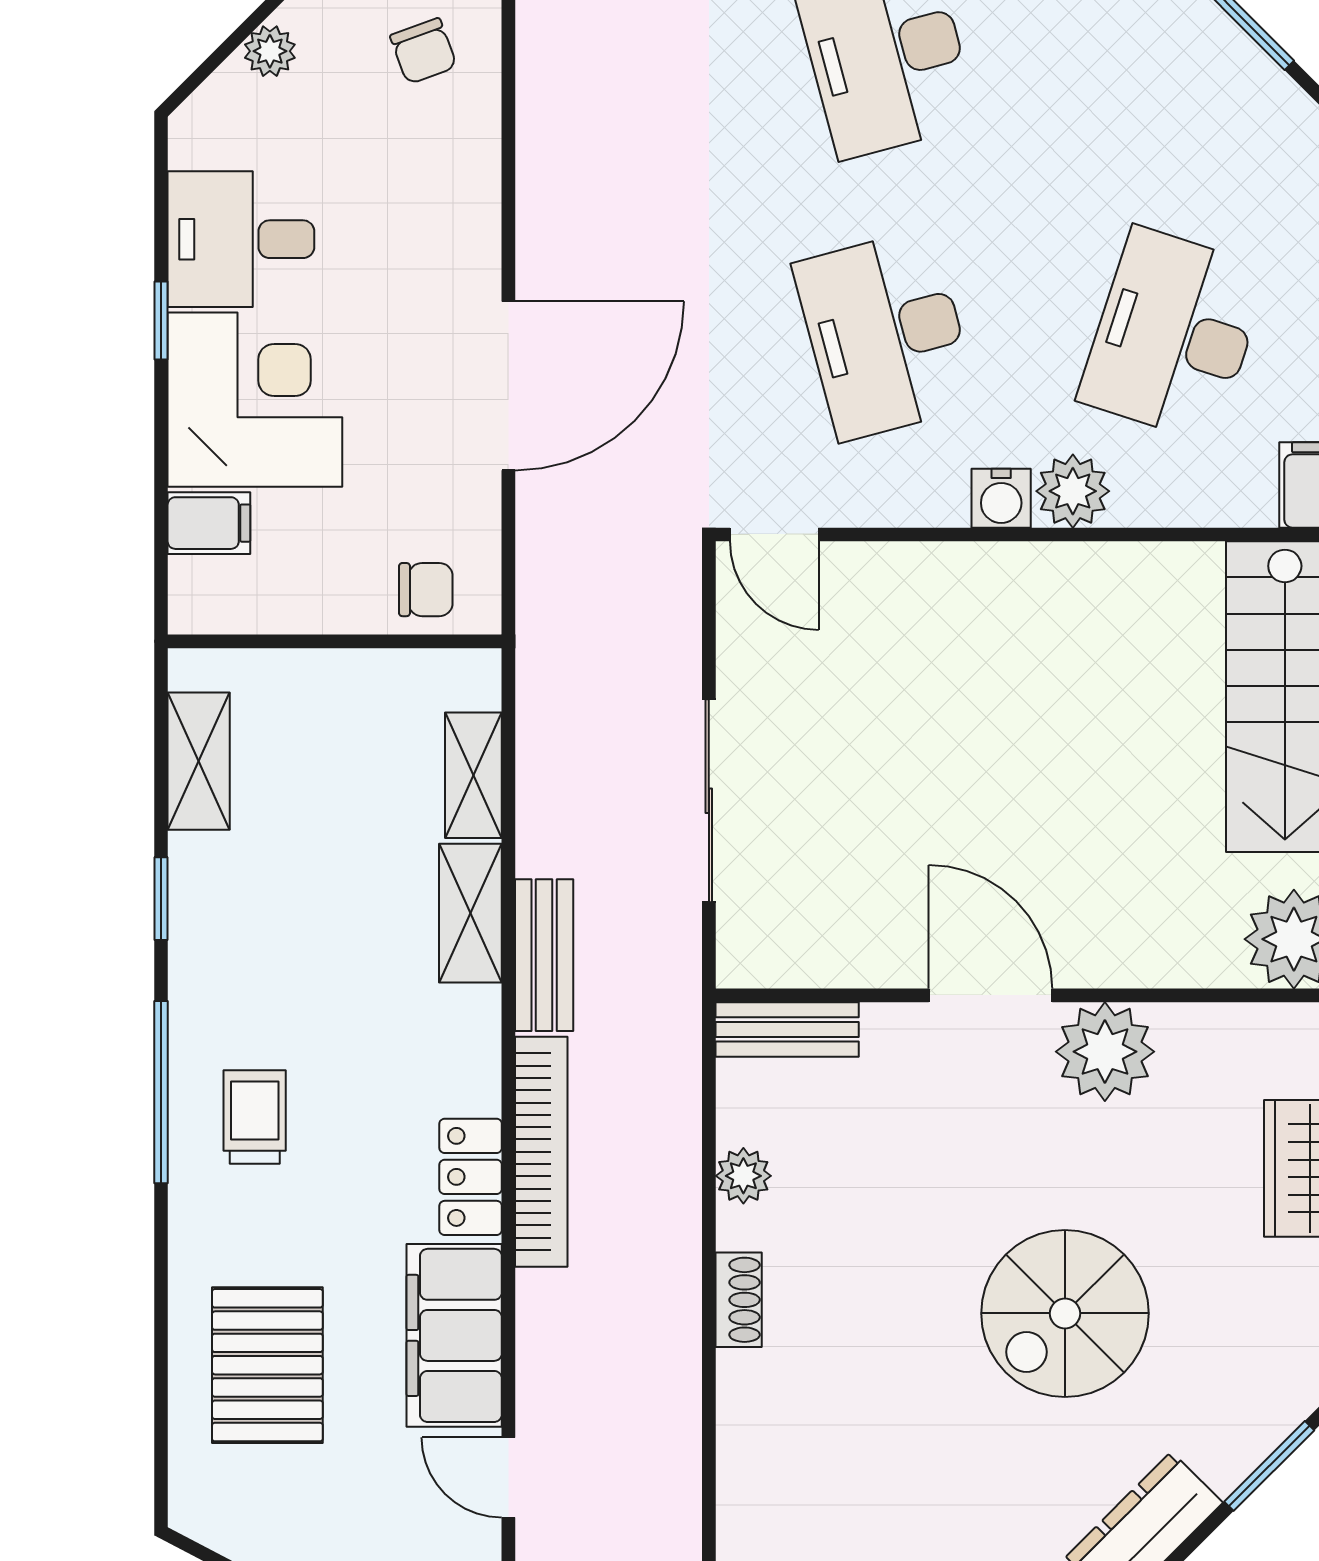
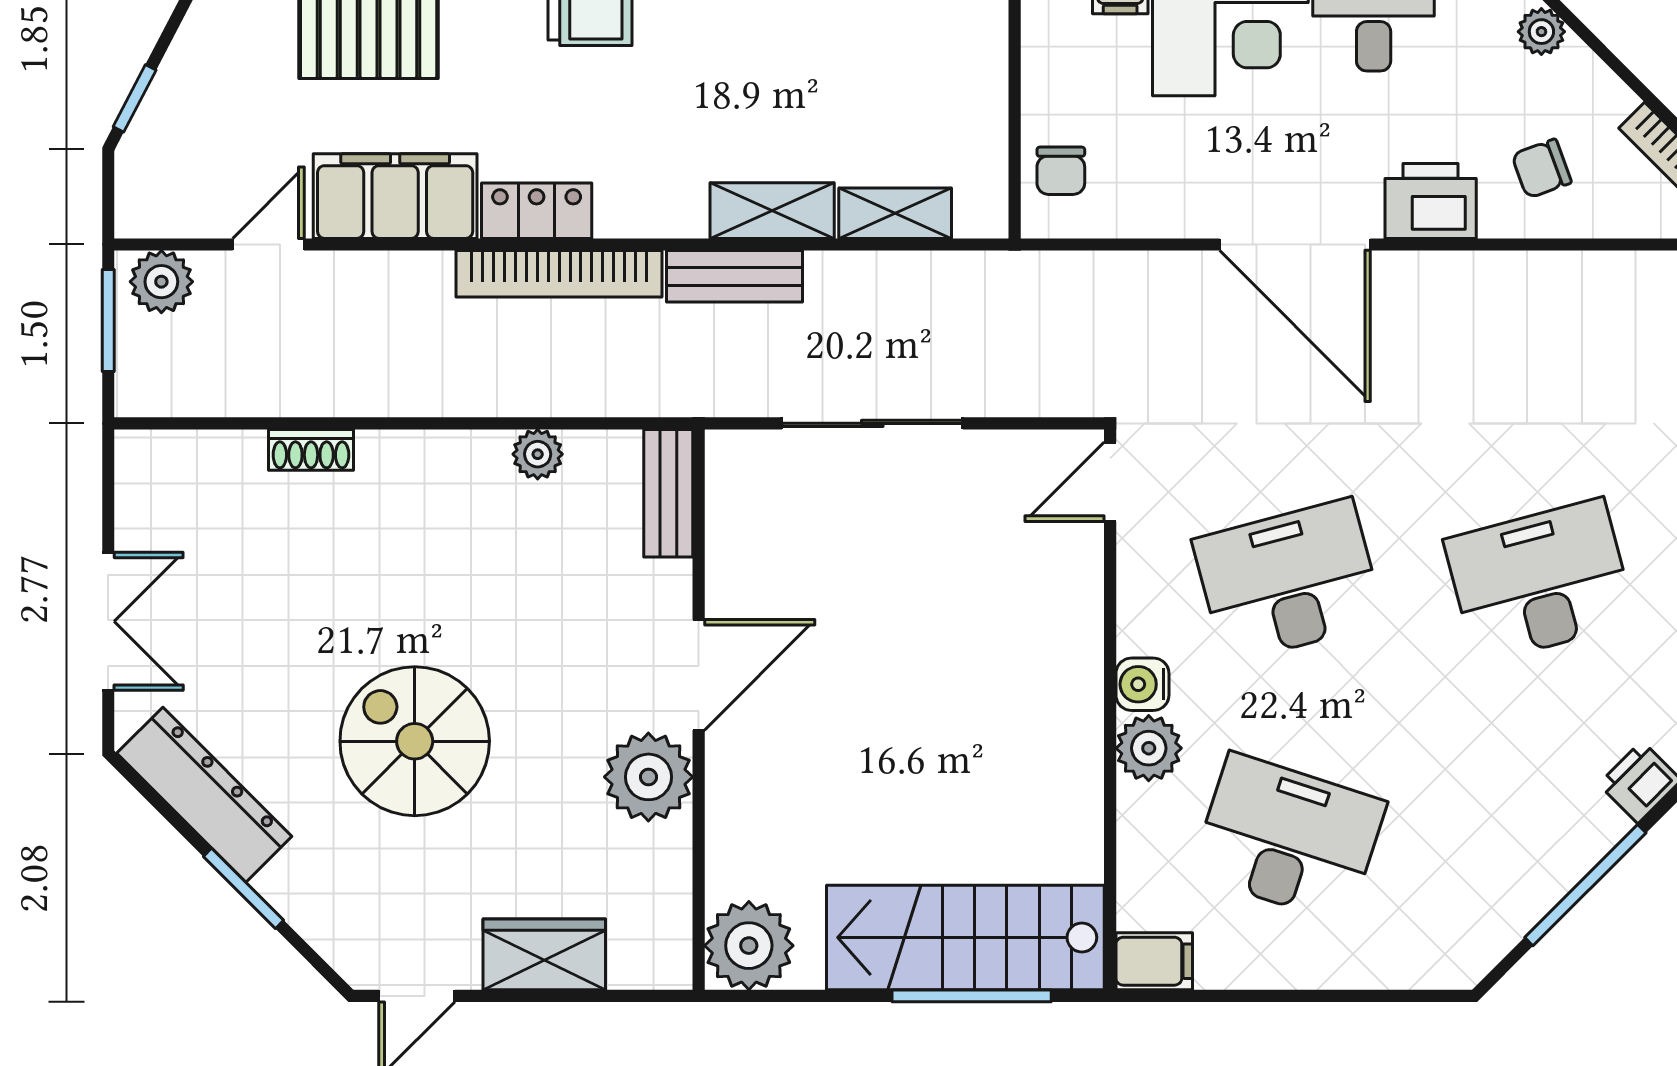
printer: (460, 175) -> (1431, 201), added
door: (508, 386) -> (1295, 244), moved
shoe rack: (739, 1300) -> (311, 450), moved
window: (1269, 1466) -> (244, 888), moved

